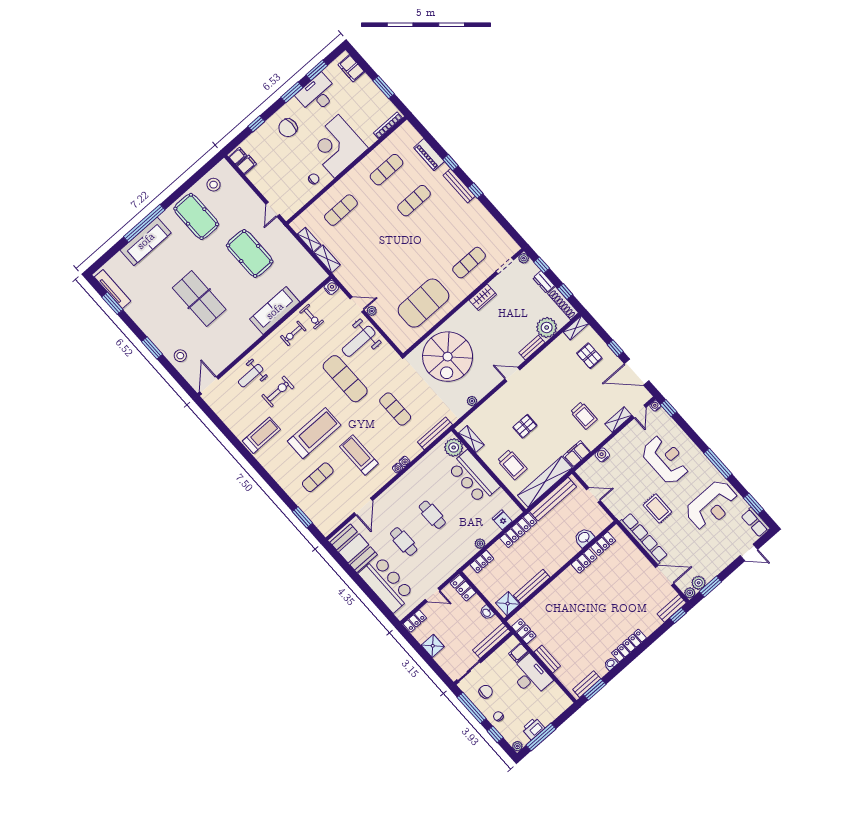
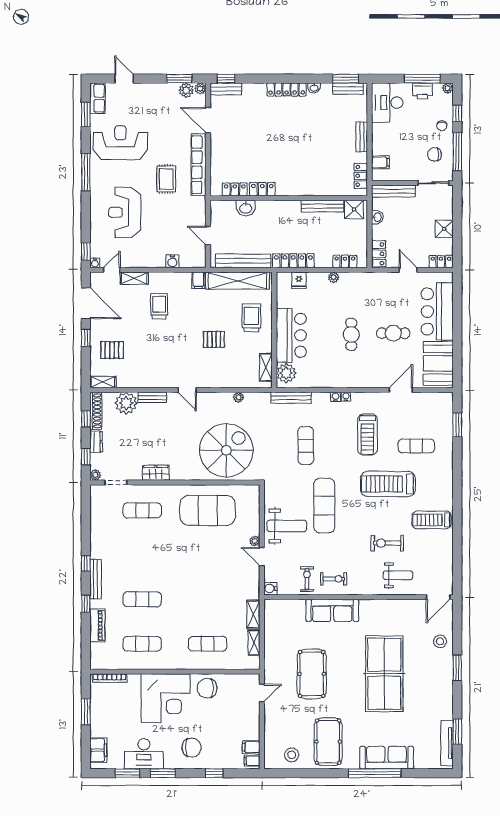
chair: (314, 179) -> (207, 688), width x1.87, depth x1.87
table tennis table: (199, 299) -> (384, 674), width x1.36, depth x1.32
pallet: (589, 356) -> (112, 350), turned 90
filing cabinet: (577, 454) -> (198, 280), width x0.50
cafe table: (404, 541) -> (393, 333), turned 90
desk: (531, 676) -> (387, 103), moved

